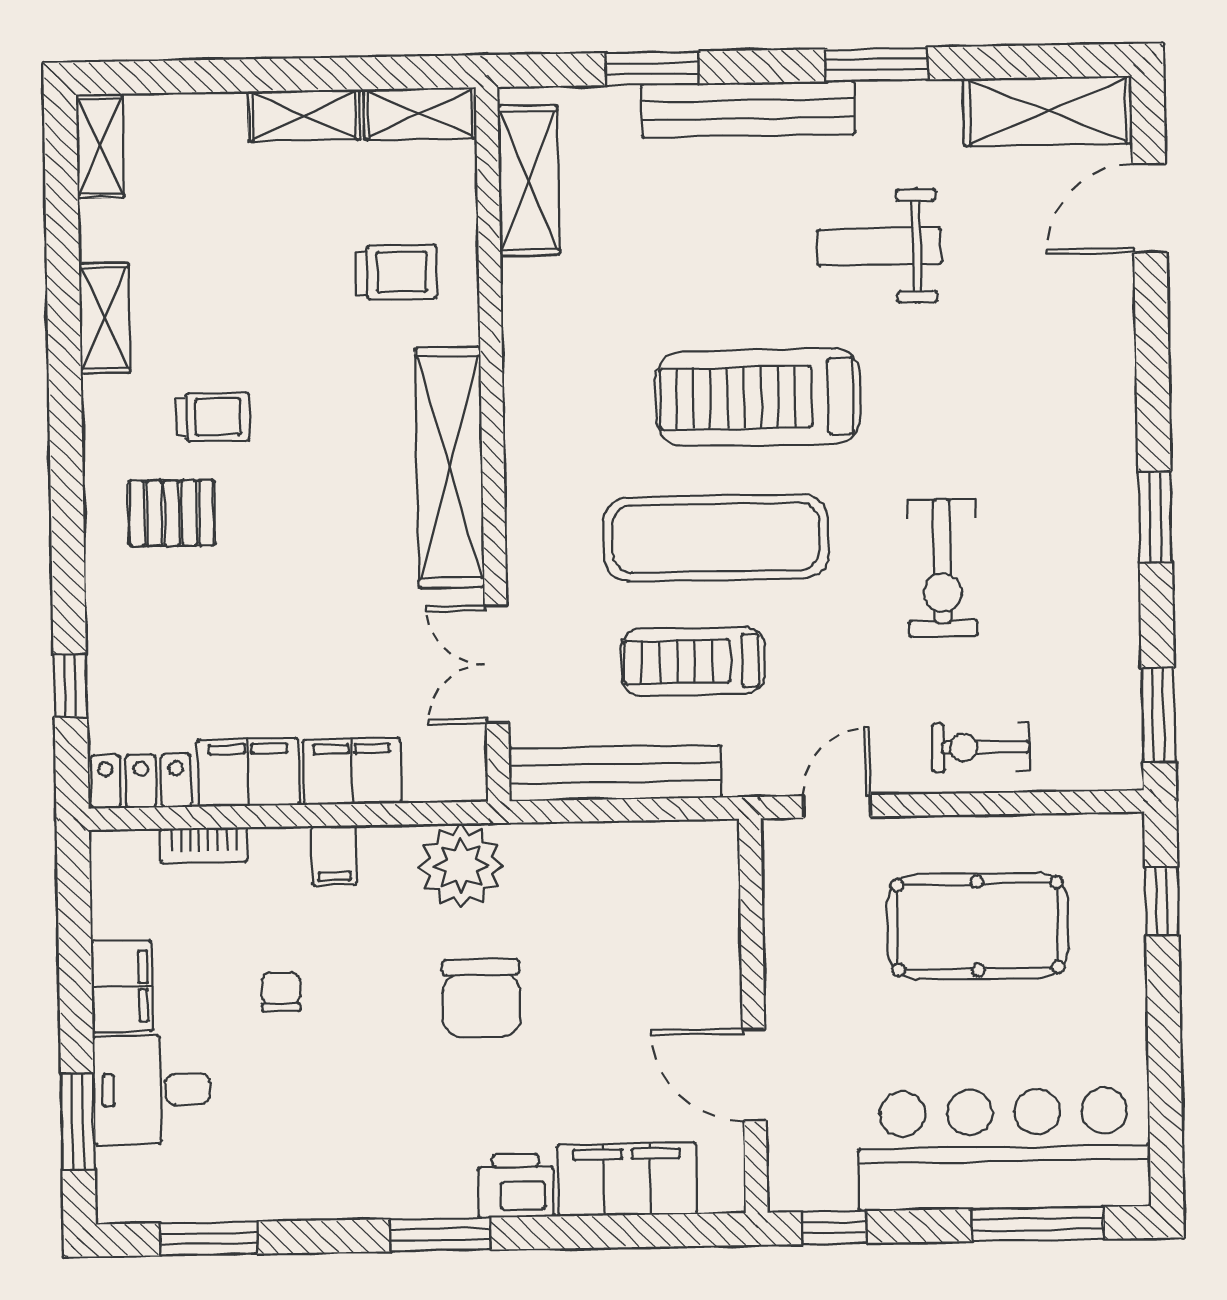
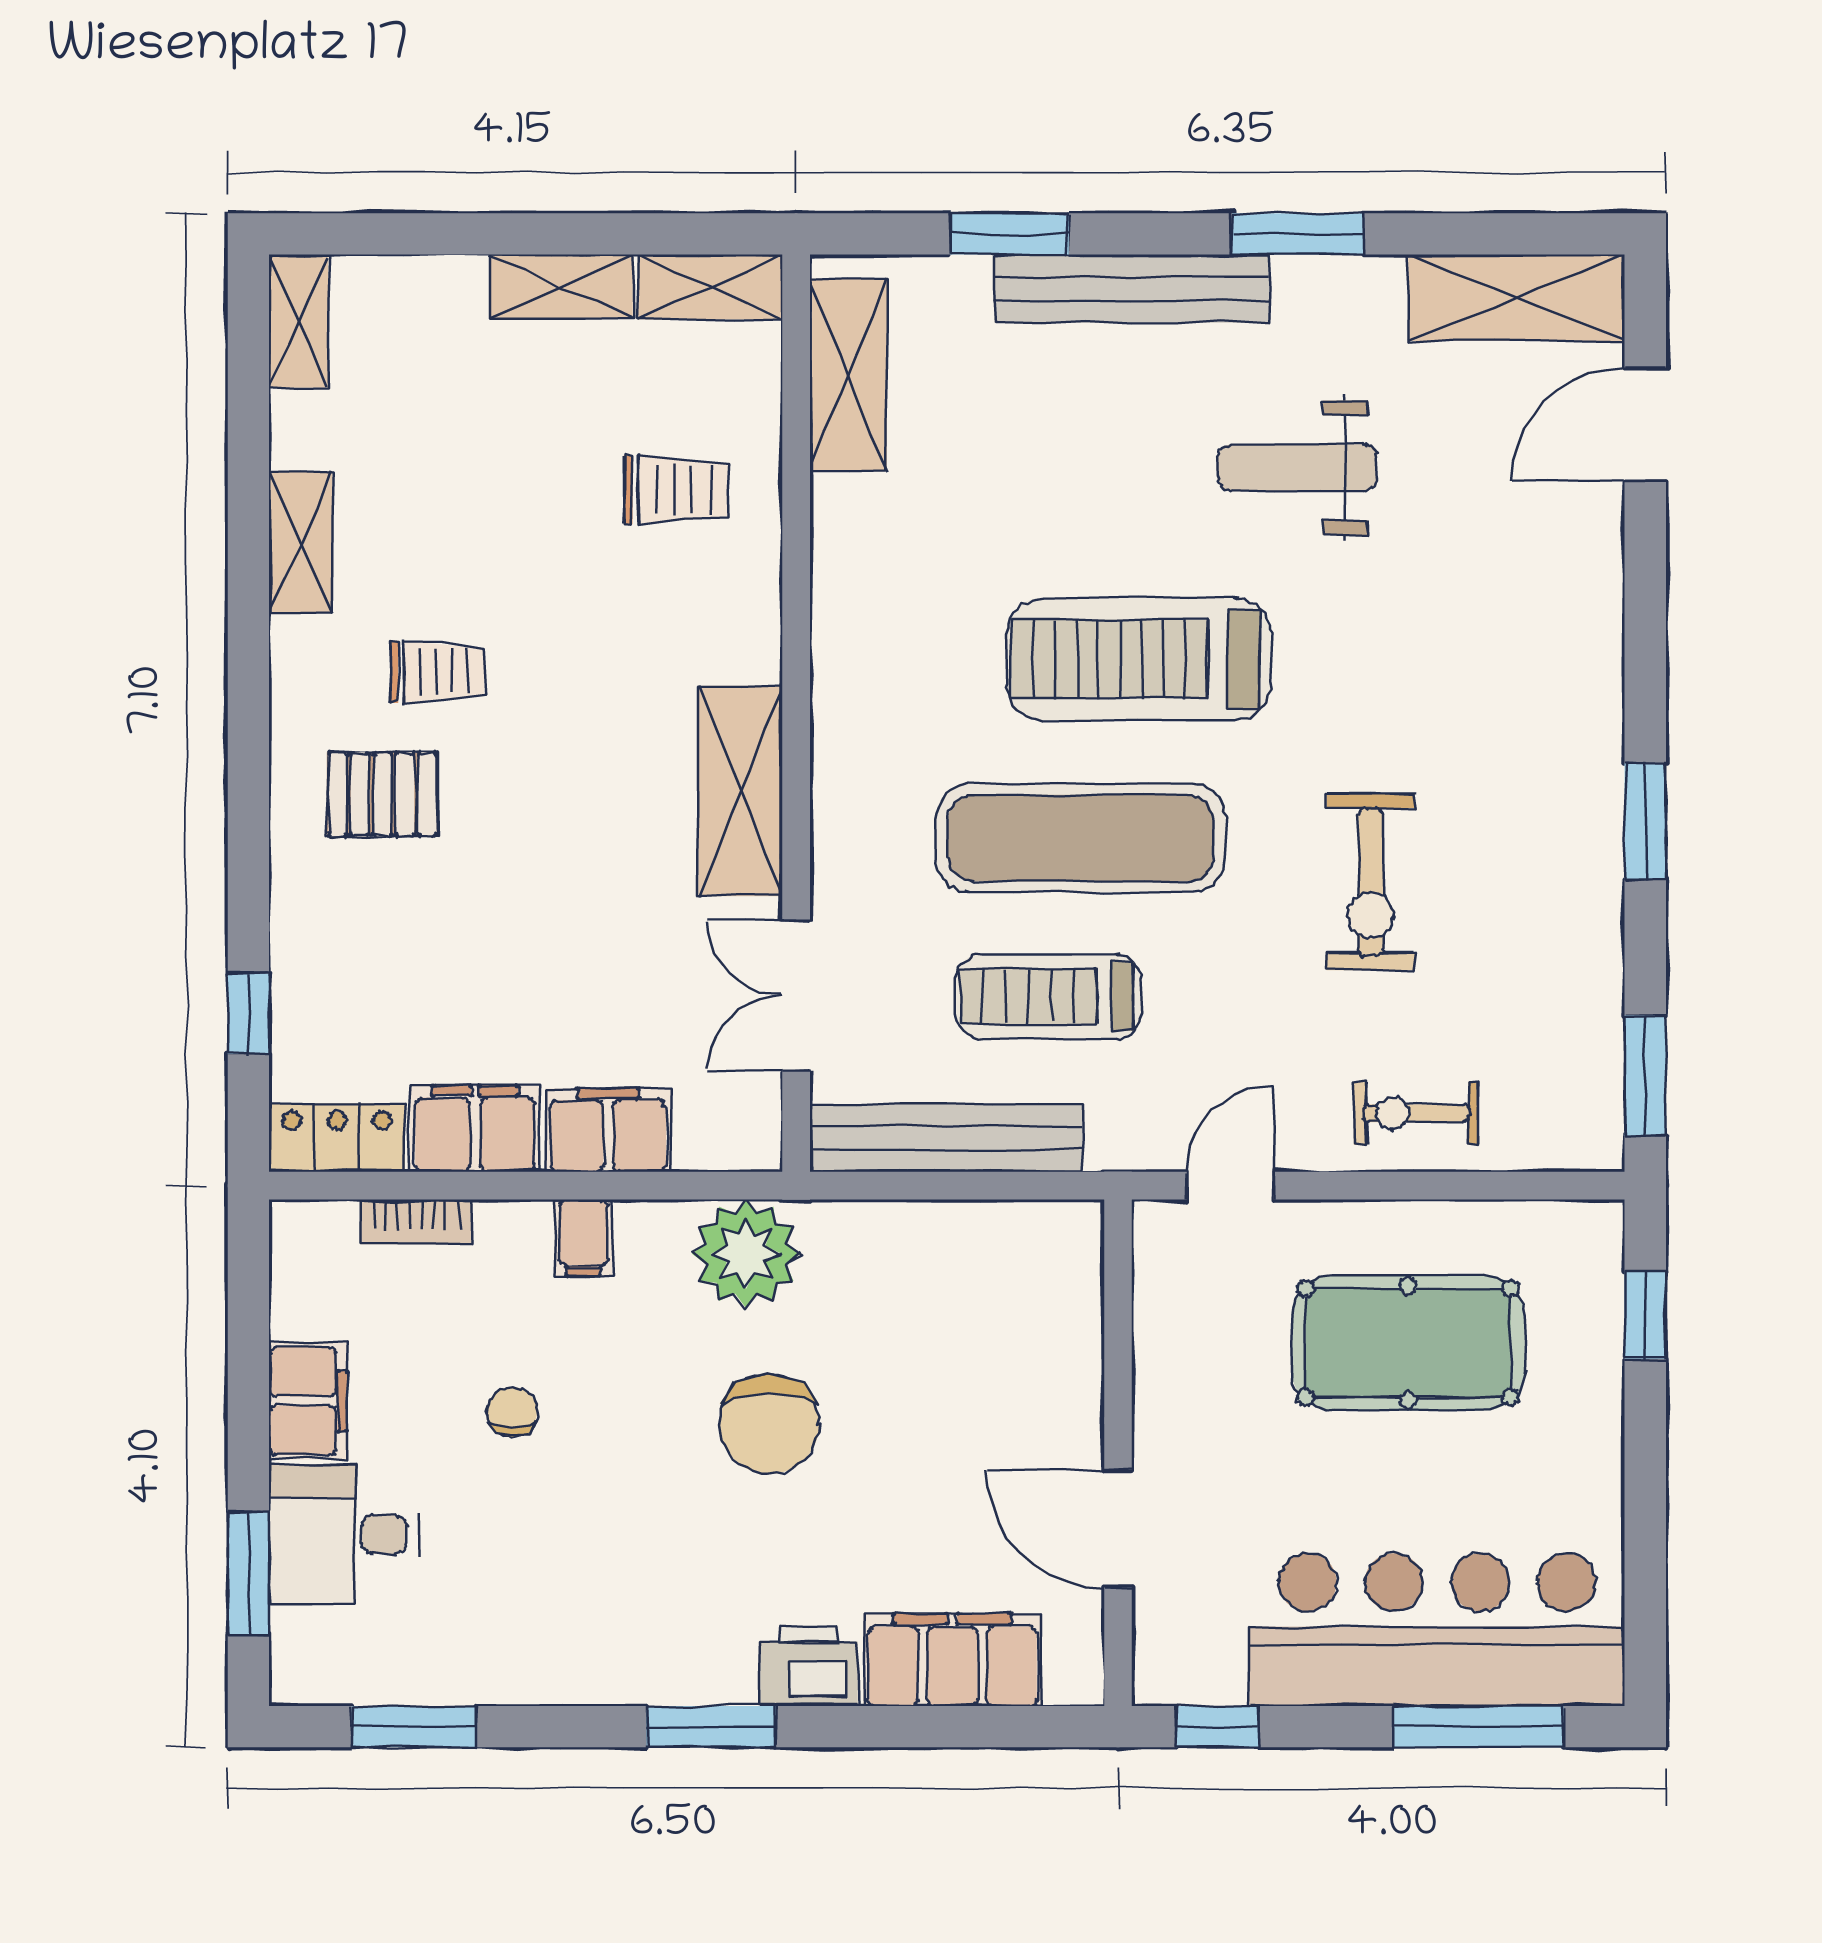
shelving: (450, 468) -> (740, 791), width x0.68

